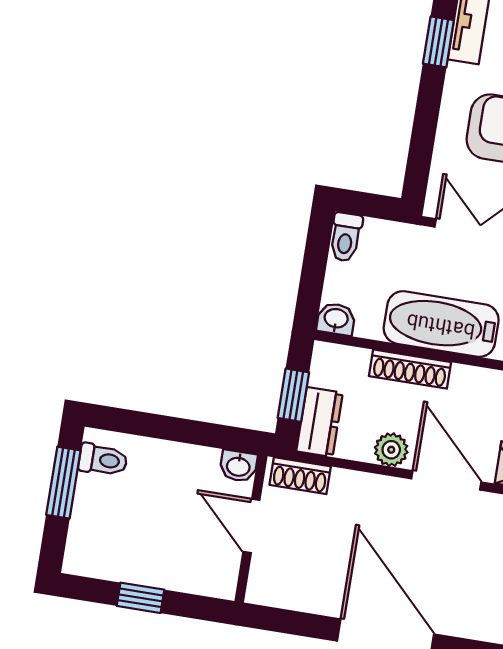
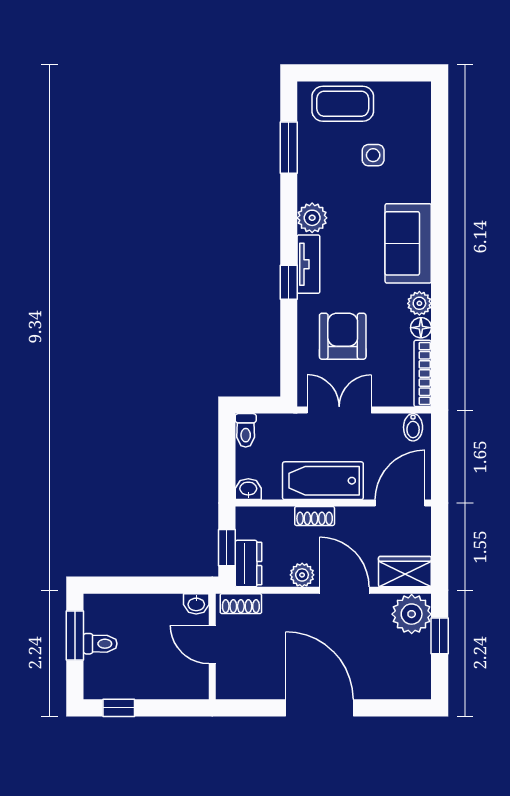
shoe rack: (410, 369) -> (315, 516), width x0.70
toilet: (103, 460) -> (100, 644), moved
window: (141, 598) -> (119, 708), moved

